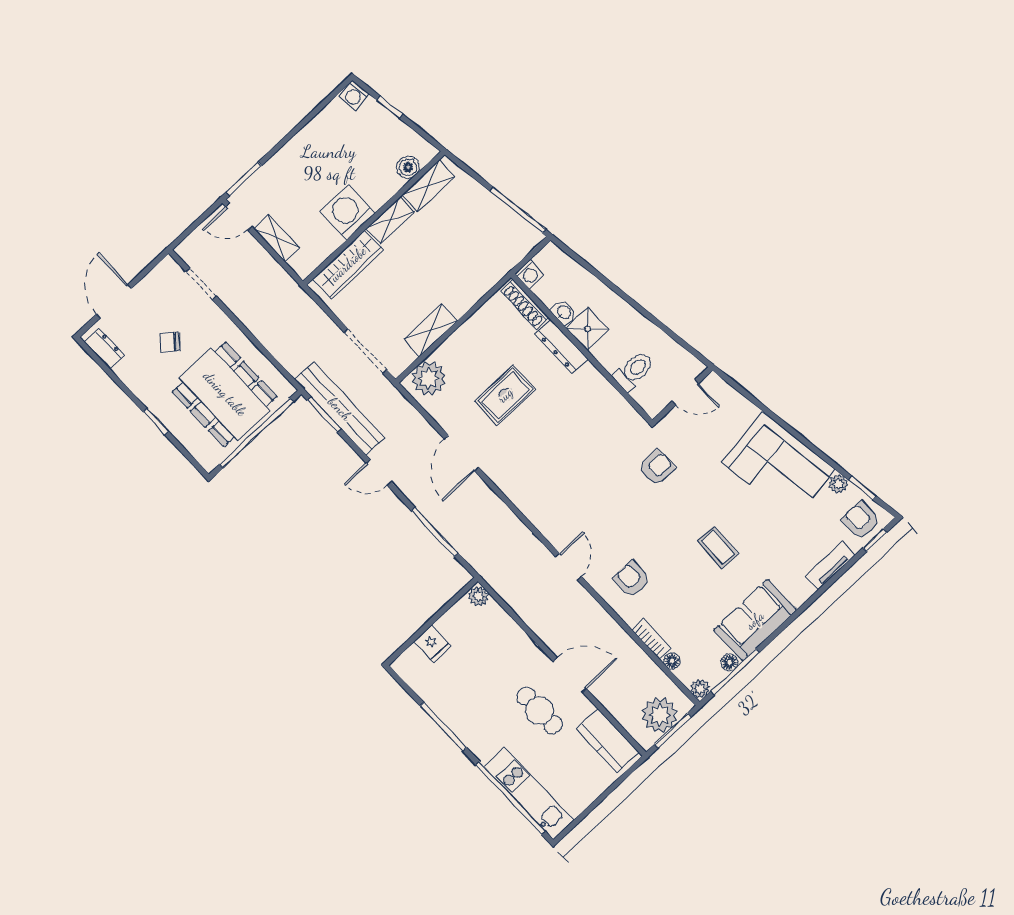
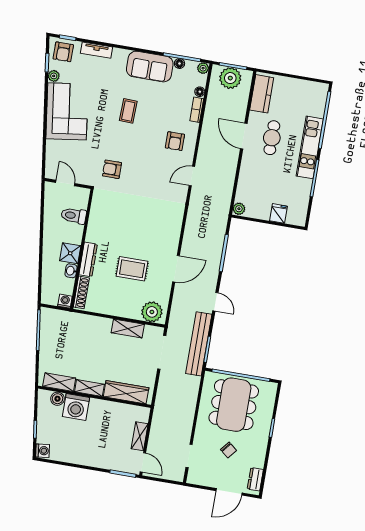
washing machine: (348, 212) -> (76, 407), moved
kitchen unit: (529, 793) -> (310, 147), moved

